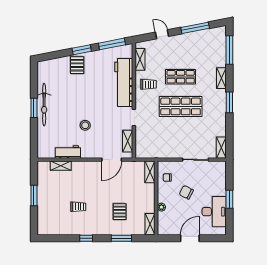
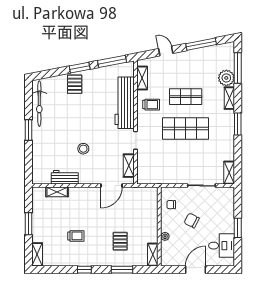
plant: (219, 59) -> (226, 78), added
bicycle: (44, 105) -> (39, 104), moved
shelving: (150, 172) -> (37, 254), moved
desk: (214, 212) -> (222, 246), width x0.73

